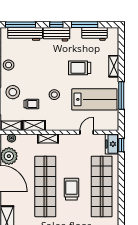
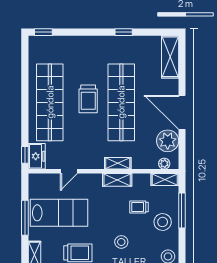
stool: (54, 95) -> (121, 242), moved
lab bench: (94, 99) -> (59, 213), turned 180
shelving: (34, 125) -> (117, 180), moved

